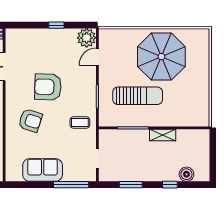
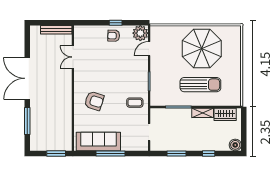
armchair: (48, 87) -> (114, 36), moved, width x0.53, depth x0.53
sun lounger: (138, 96) -> (200, 85), moved
wardrobe: (190, 137) -> (225, 114), added
sofa: (43, 170) -> (98, 142), width x1.36
boiler: (186, 174) -> (235, 145), moved
window: (71, 185) -> (111, 154), moved

